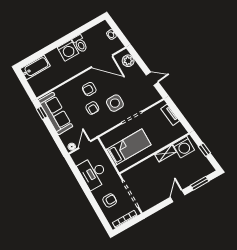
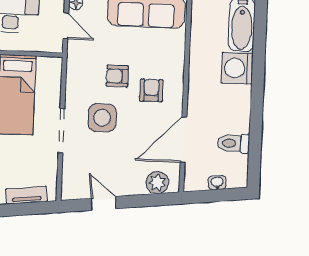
toilet: (80, 44) -> (234, 143), moved
washing machine: (68, 50) -> (237, 68), moved
door: (152, 79) -> (104, 203), swing flipped

